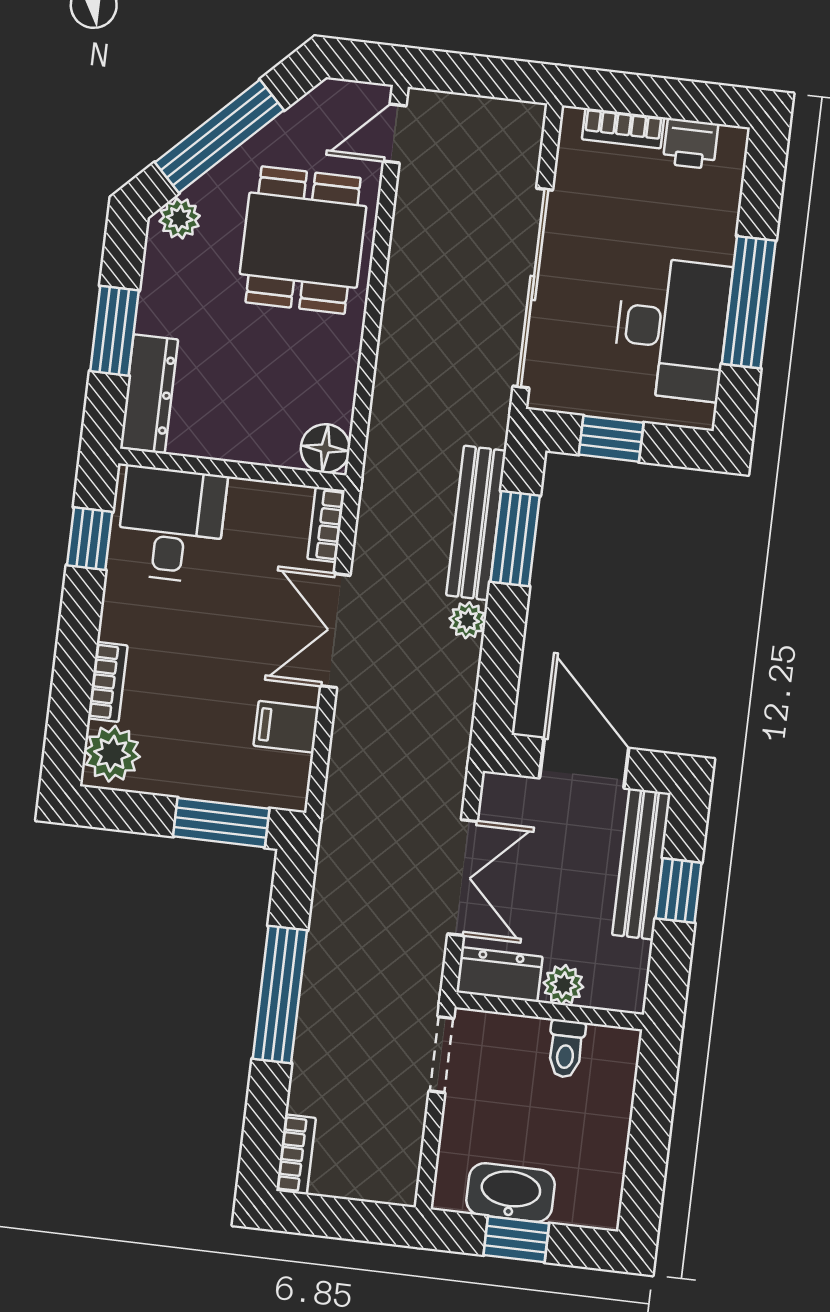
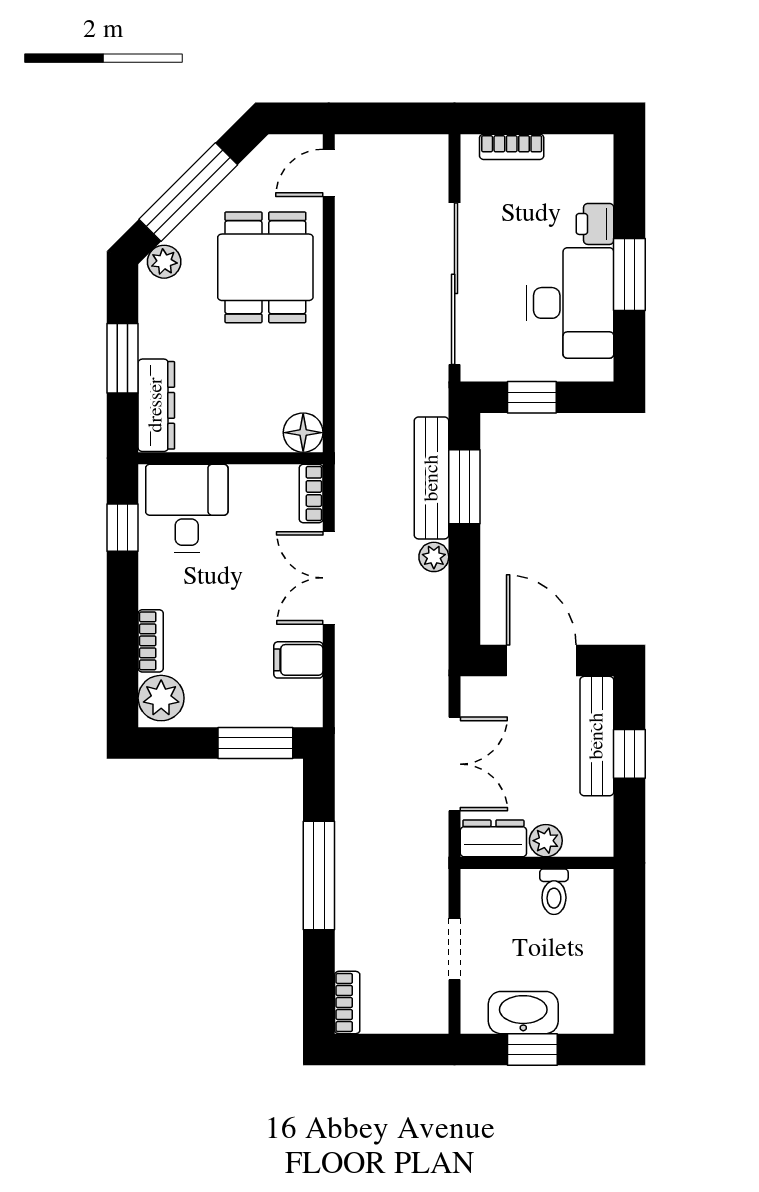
printer: (691, 144) -> (595, 224), moved, turned 90
window: (749, 302) -> (629, 274), width x0.69
doorway: (441, 1055) -> (455, 949), moved

